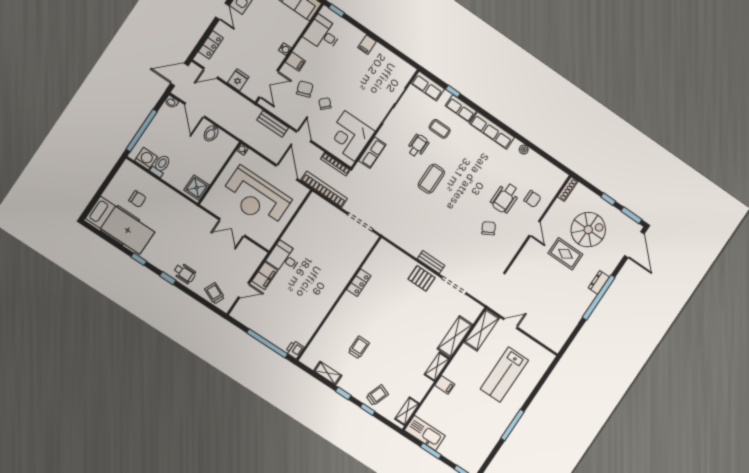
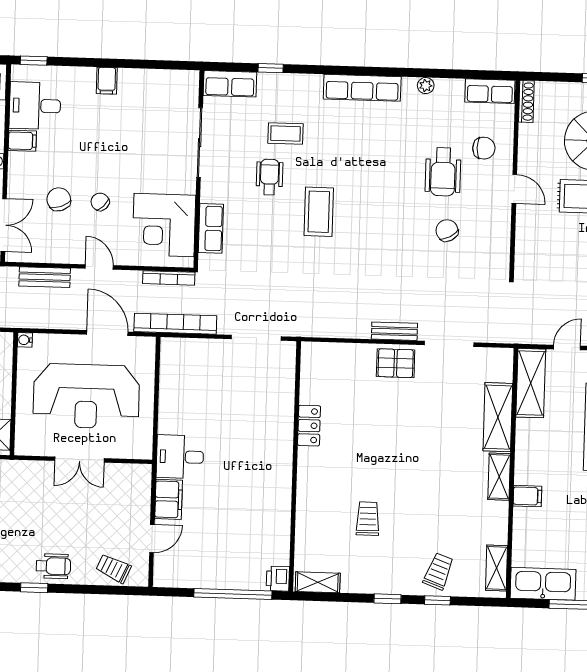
filing cabinet: (295, 62) -> (22, 141), moved
row of seats: (461, 108) -> (490, 91), moved
shelving: (328, 373) -> (318, 582), moved

